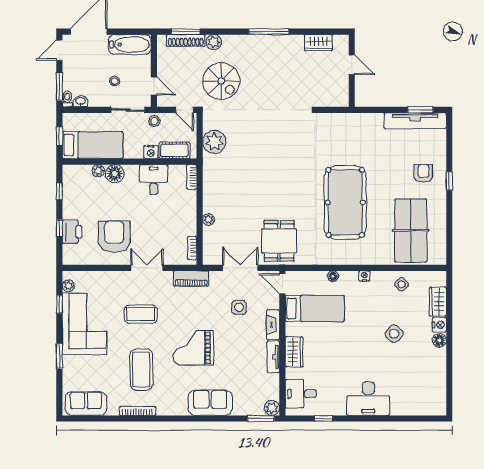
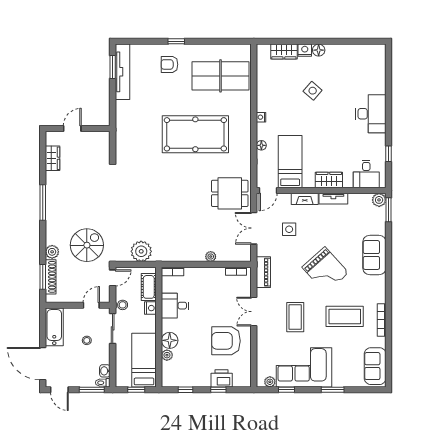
side table: (402, 284) -> (269, 84), removed
grand piano: (193, 348) -> (325, 270), turned -42

